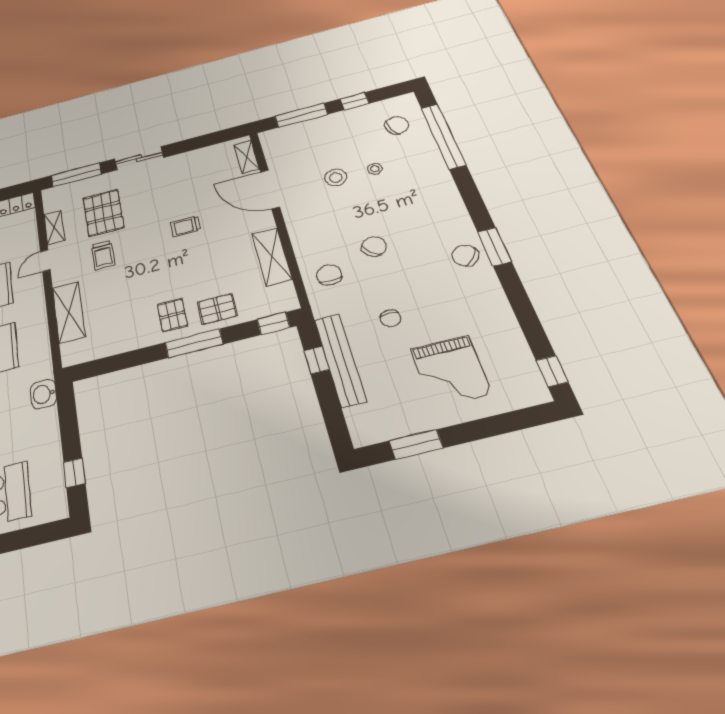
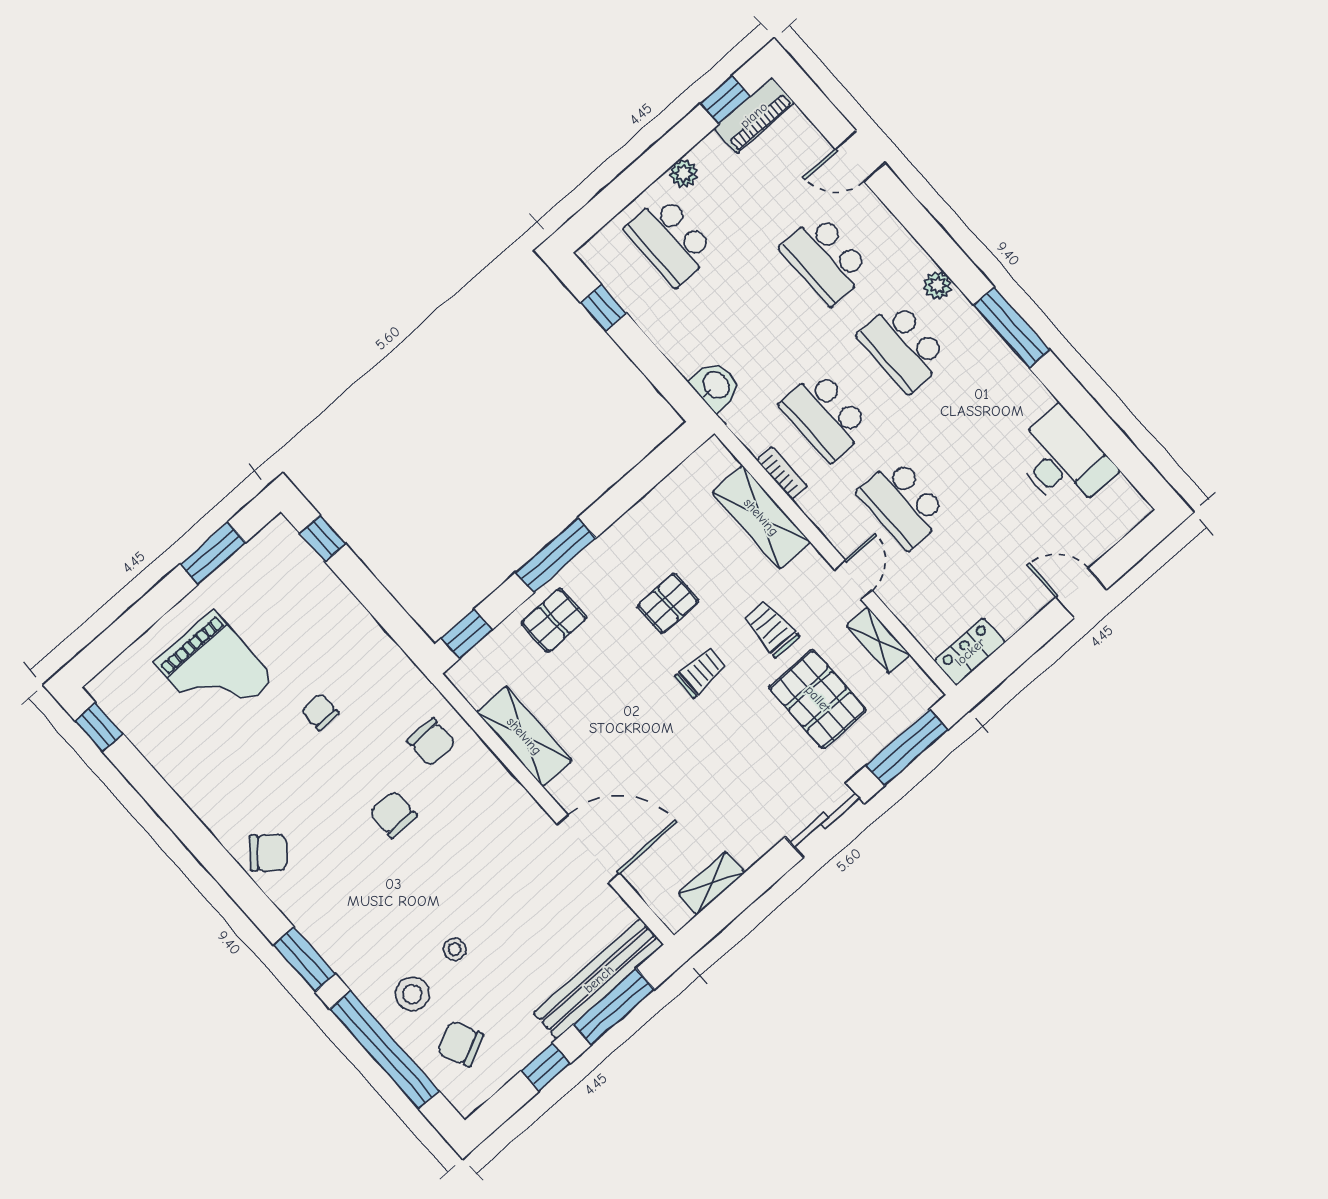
chair: (397, 125) -> (460, 1044), turned 83
shelving: (247, 157) -> (712, 883), moved, turned 90
stool: (336, 177) -> (412, 994), moved
trolley: (186, 226) -> (701, 672), moved
chair: (374, 247) -> (393, 814), turned 133
window: (494, 247) -> (304, 959), moved
pallet: (172, 315) -> (668, 603), moved, turned 90
bookcase: (42, 330) -> (782, 473), added
window: (317, 360) -> (323, 538), moved
bench: (340, 360) -> (599, 979), moved, turned 90
grand piano: (451, 371) -> (214, 671), turned 180

